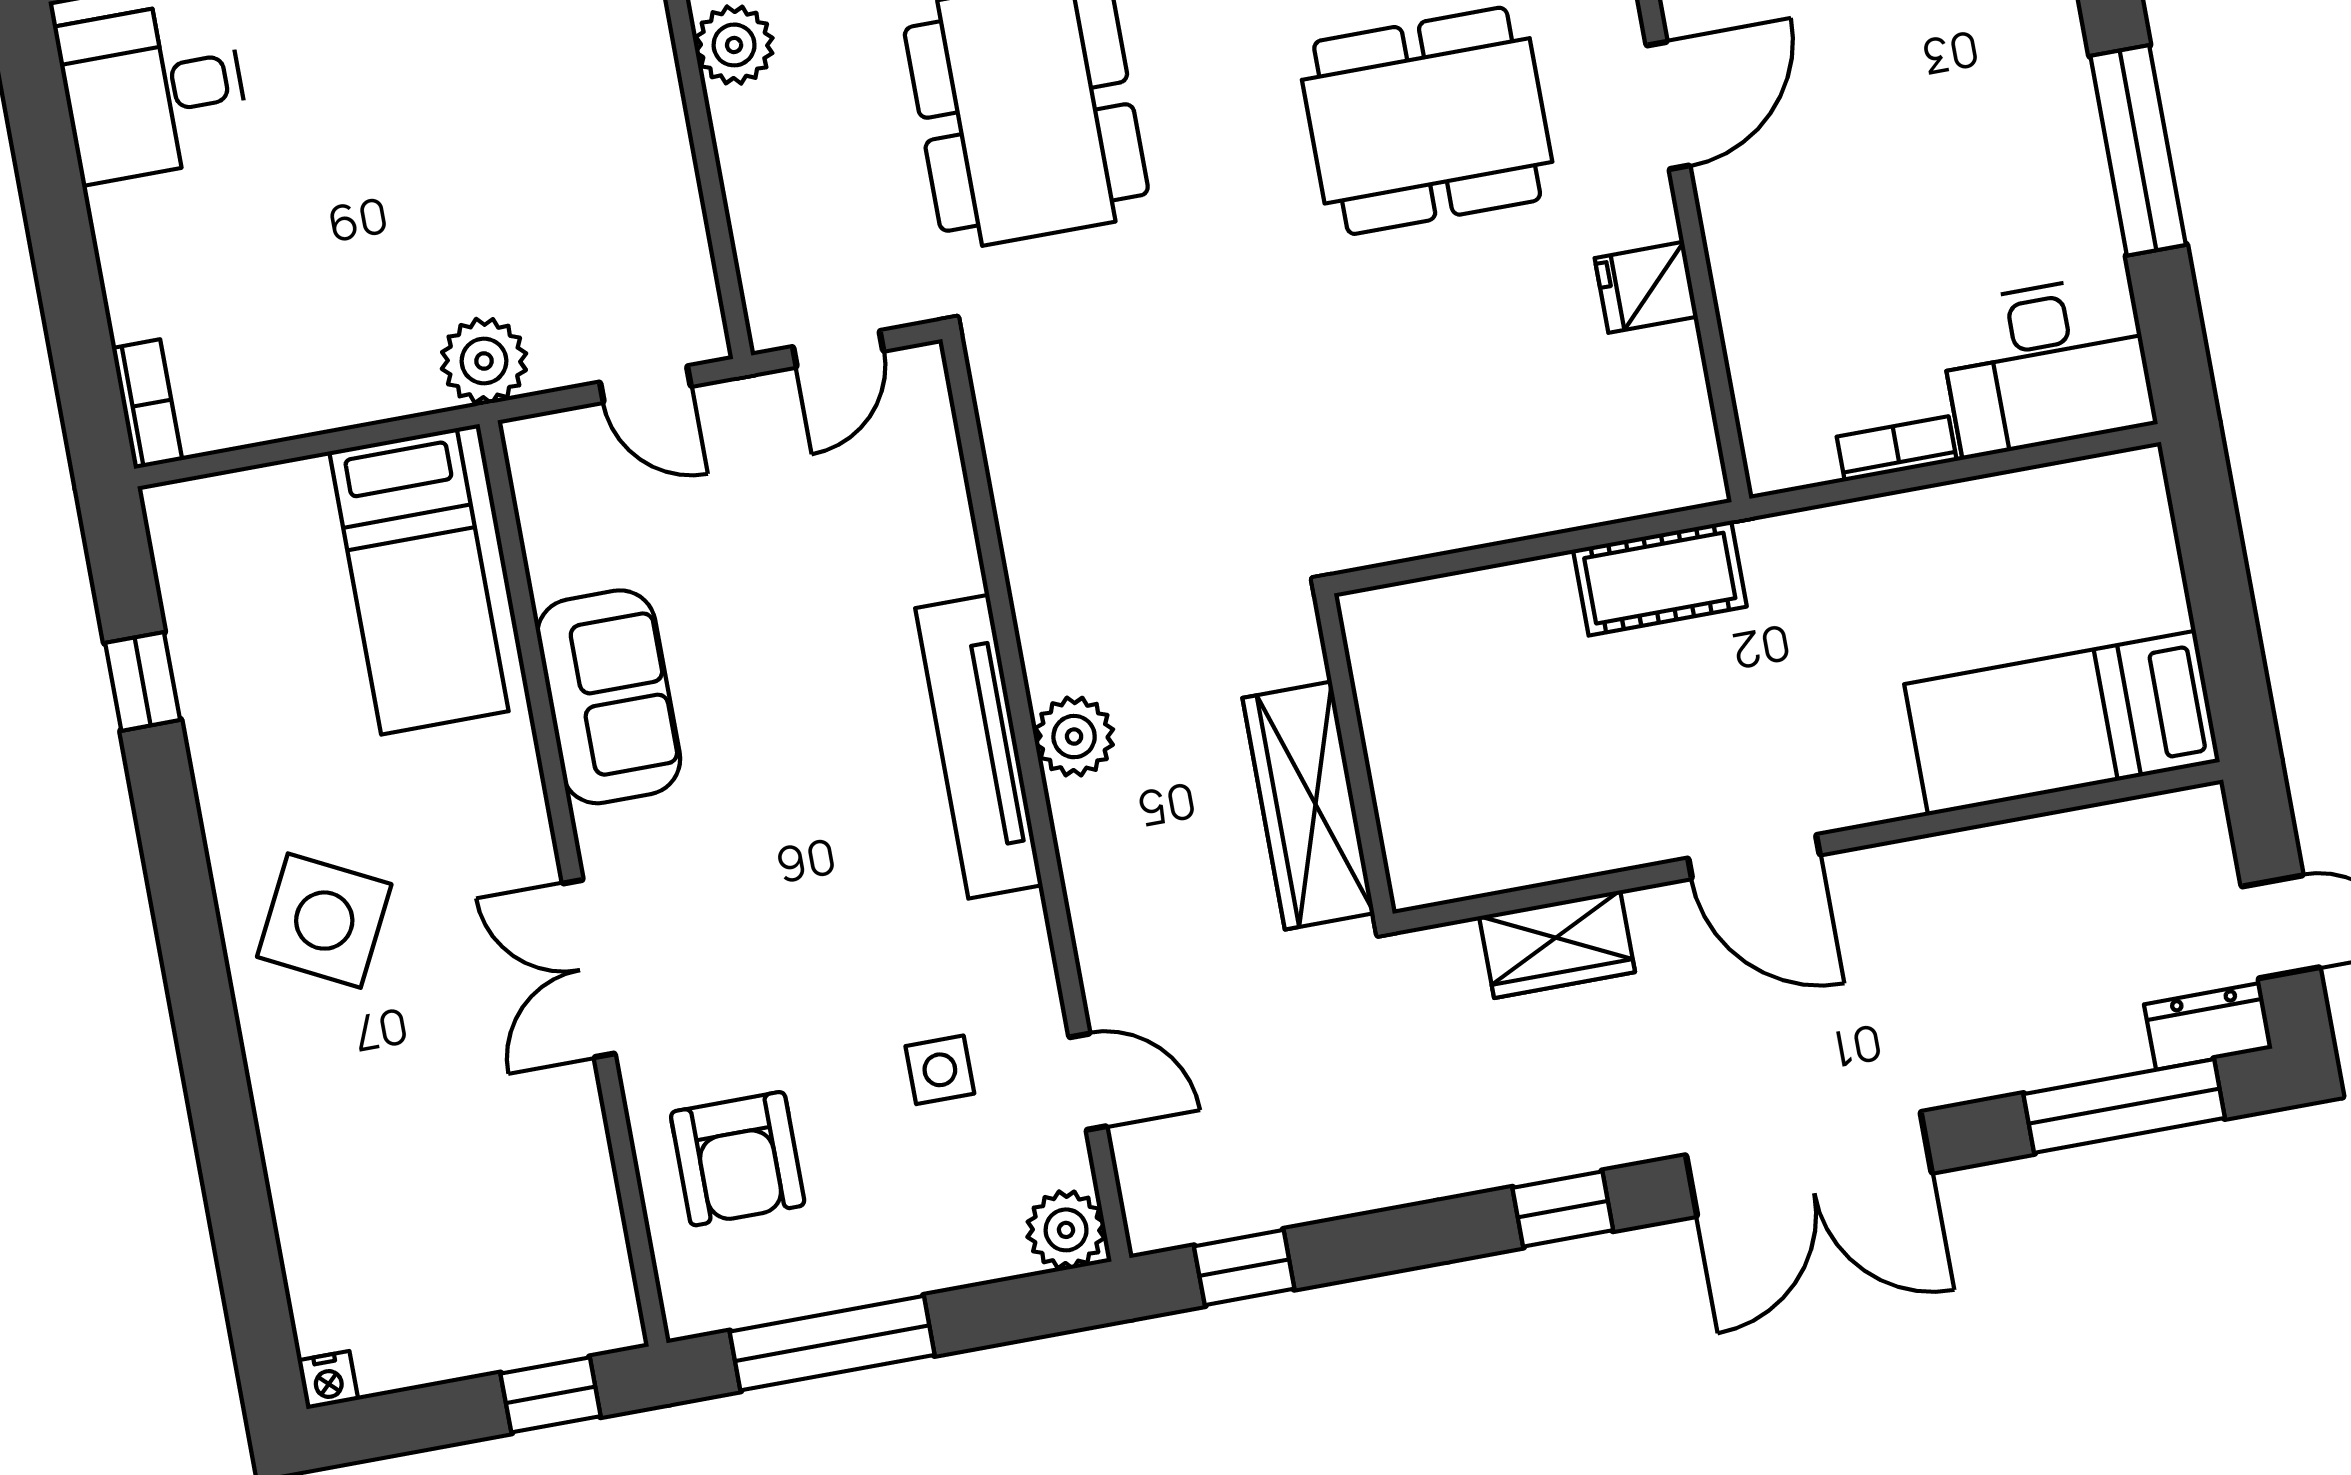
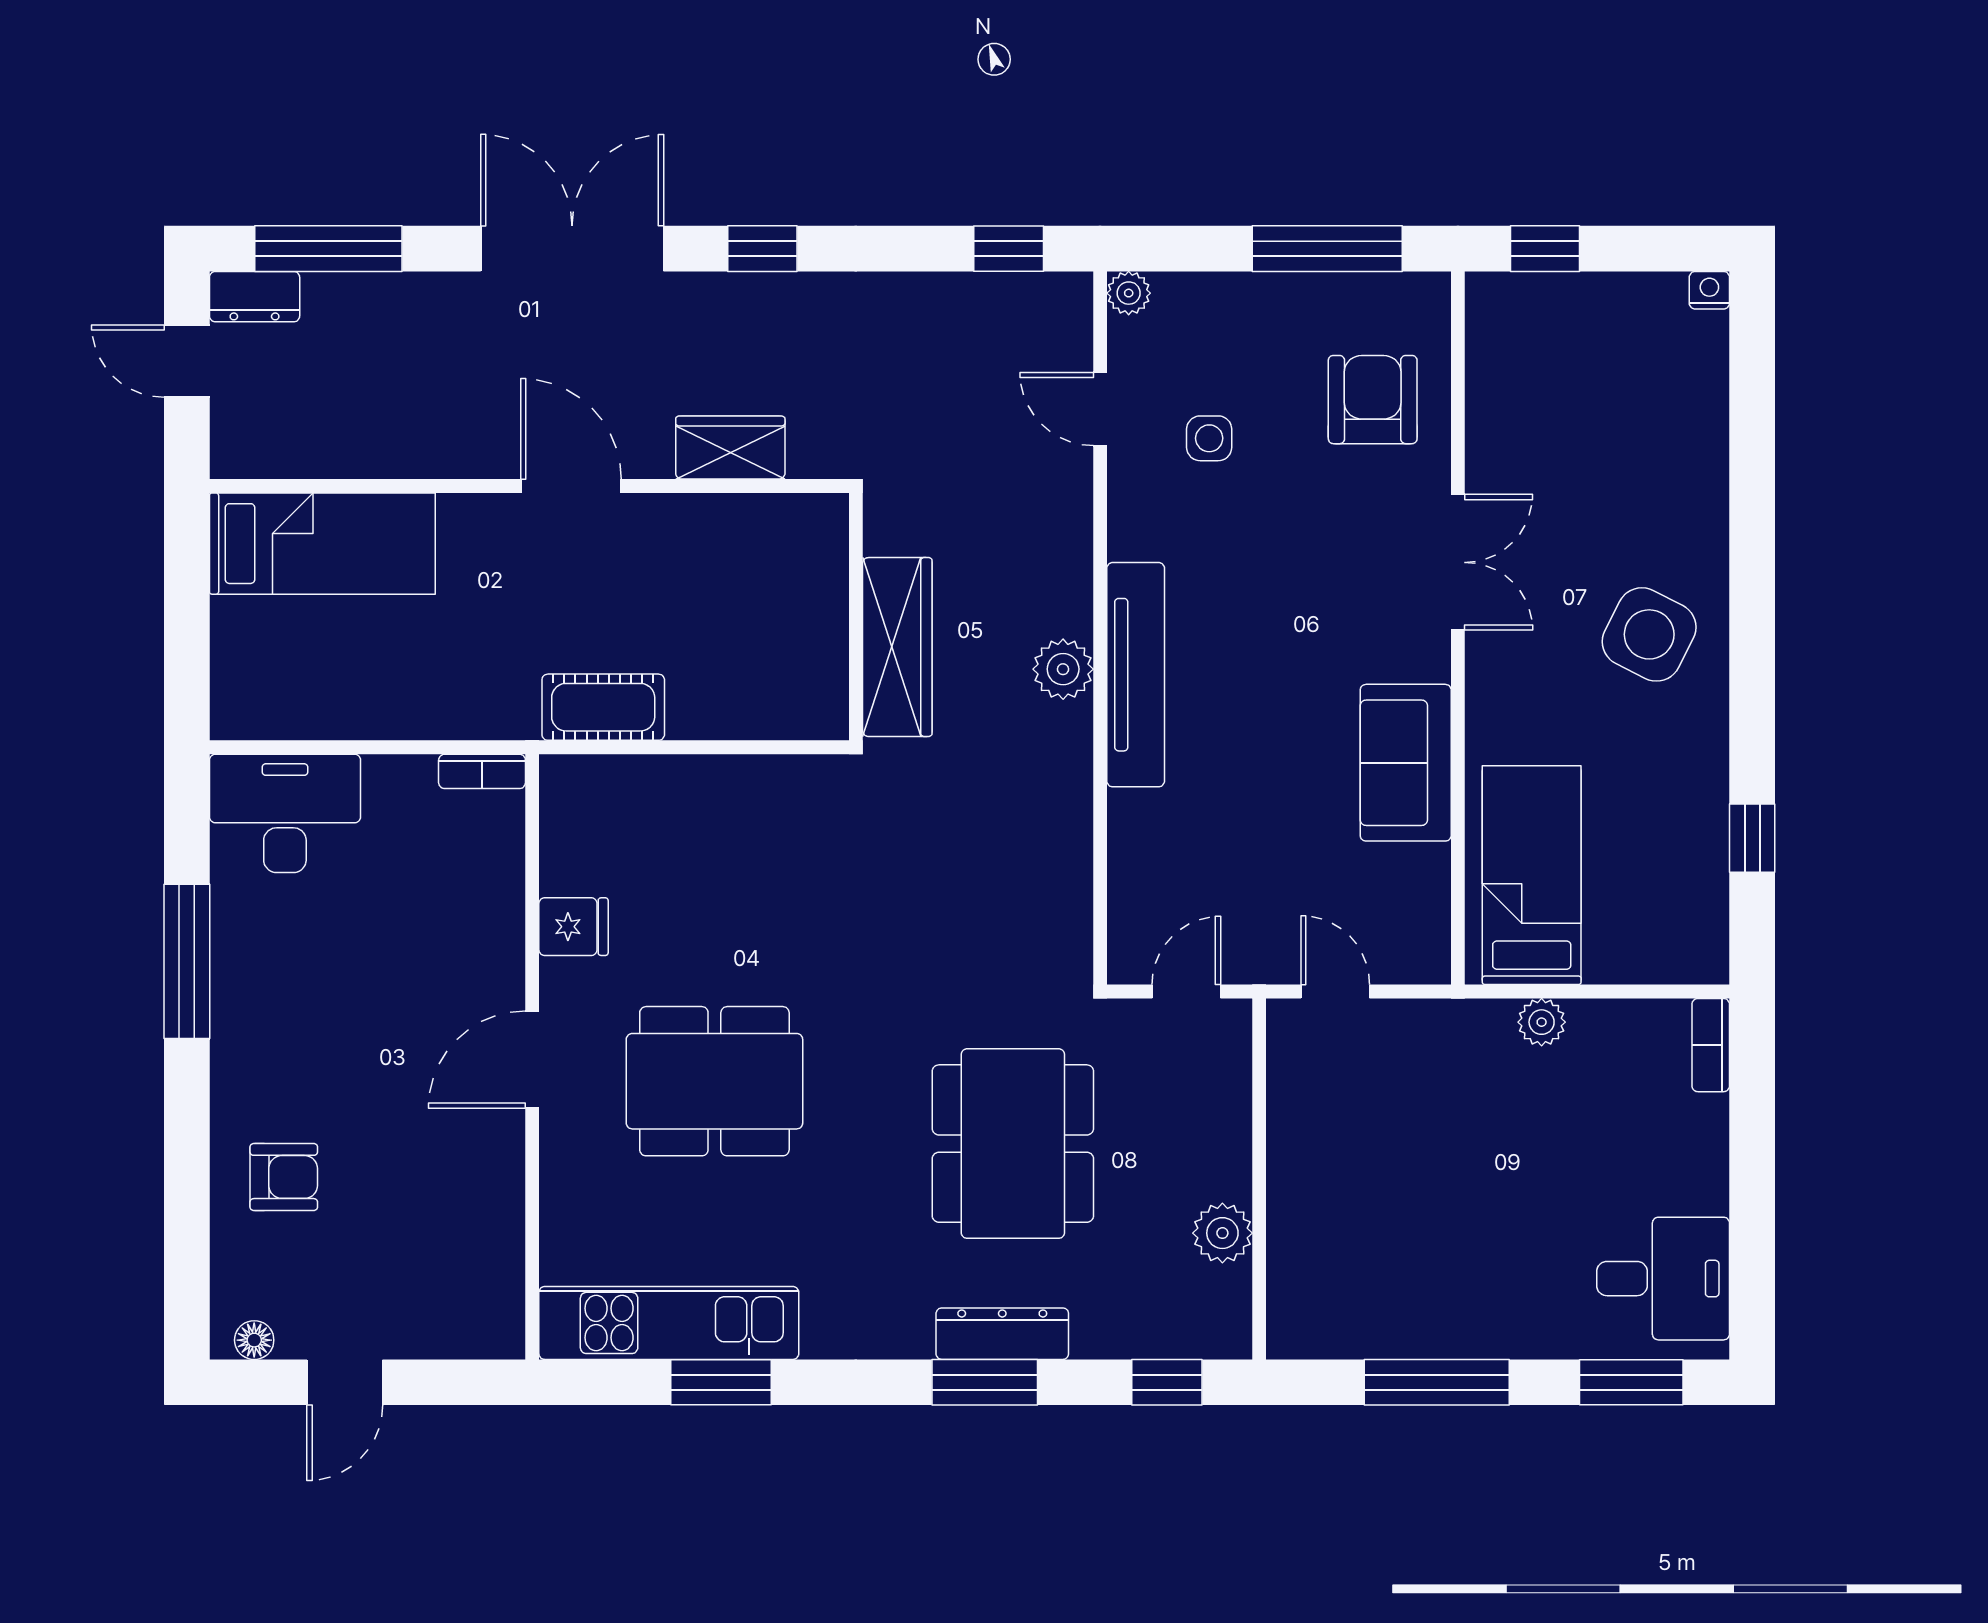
plant: (484, 361) -> (1542, 1022), moved, width x0.73, depth x0.73
bookcase: (1897, 449) -> (482, 771), moved
wardrobe: (1308, 806) -> (897, 647), moved
plant: (1066, 1230) -> (1129, 293), width x0.73, depth x0.73

